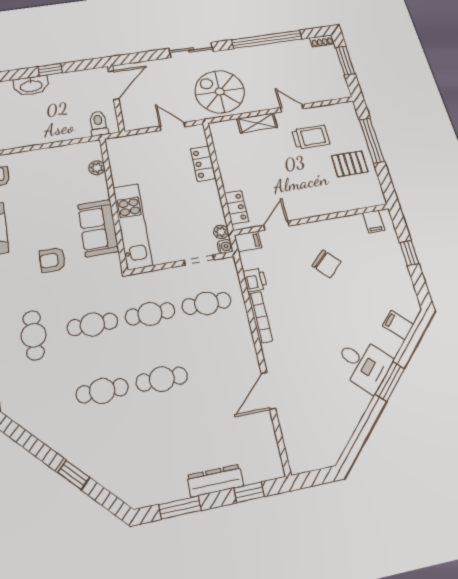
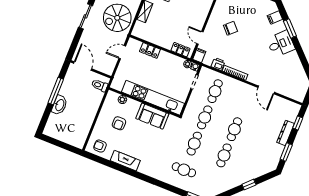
window: (50, 70) -> (56, 91), width x2.17
kitchen unit: (133, 226) -> (153, 98), width x1.36
armchair: (52, 260) -> (119, 123), moved
window: (390, 381) -> (290, 29), moved

